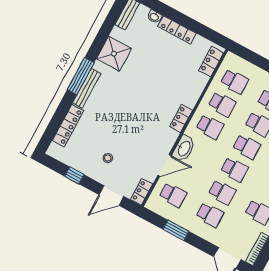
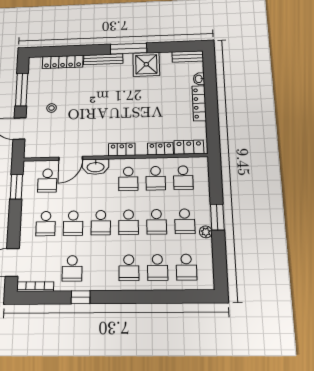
window: (81, 76) -> (129, 49), moved
door: (164, 165) -> (71, 158), hinge flipped
window: (74, 175) -> (22, 89), width x2.17
locker: (142, 192) -> (160, 149), moved
window: (176, 230) -> (16, 187), moved

